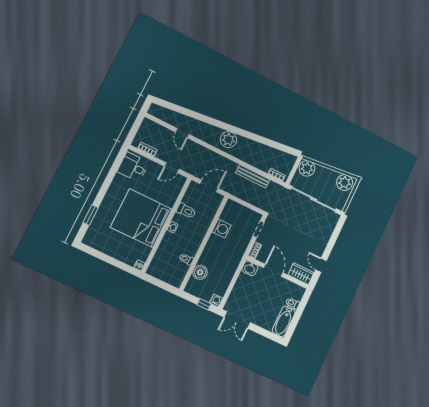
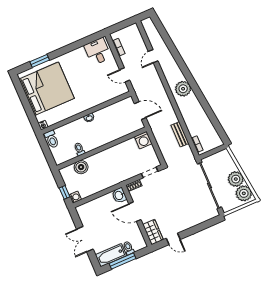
plant: (307, 168) -> (236, 179), moved
bench: (253, 176) -> (180, 134), width x0.73
toilet: (186, 211) -> (52, 139), moved
bed: (141, 218) -> (47, 89), moved, turned 90
washing machine: (221, 229) -> (143, 140), moved
door: (321, 265) -> (173, 239), swing flipped
door: (273, 270) -> (135, 212), swing flipped
window: (297, 318) -> (123, 261), added
double door: (237, 320) -> (85, 239), moved

